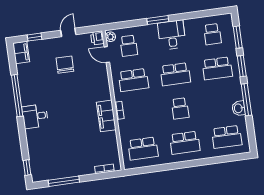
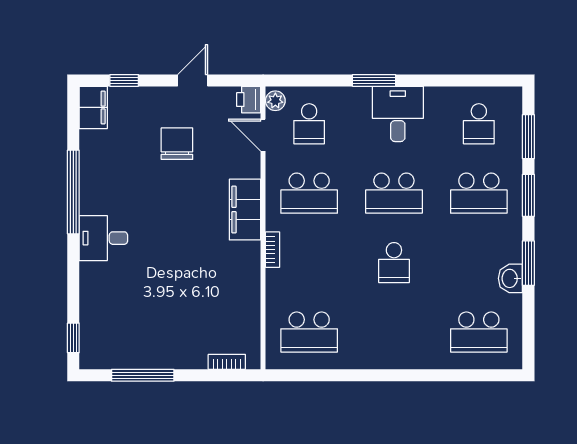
window: (246, 100) -> (528, 263), width x0.69
filing cabinet: (106, 116) -> (245, 210), moved
school desk: (185, 143) -> (394, 332), removed

